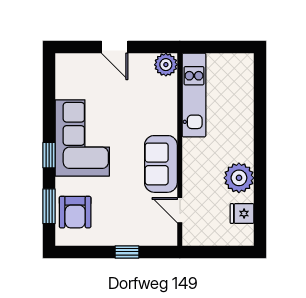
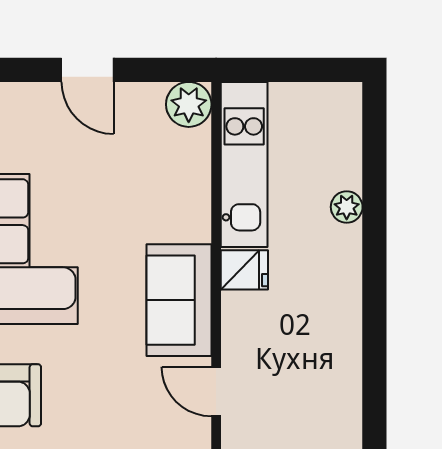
plant: (239, 178) -> (347, 207), moved, width x0.53, depth x0.53
fridge: (242, 214) -> (244, 270), moved, turned 180

